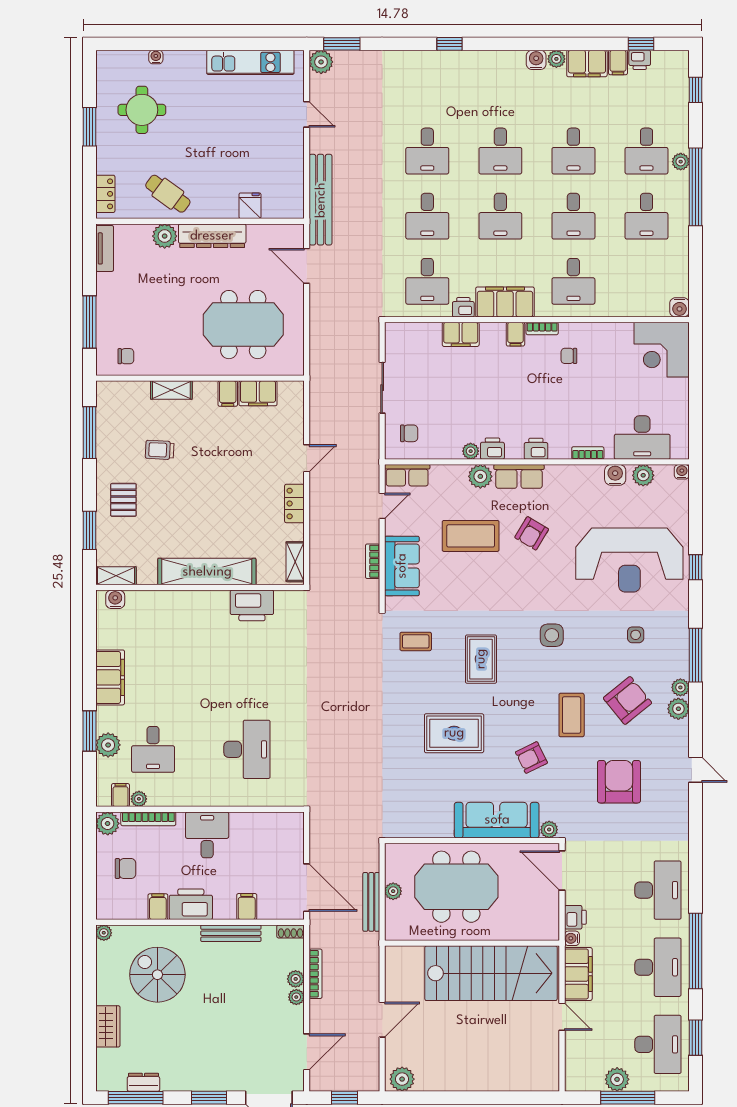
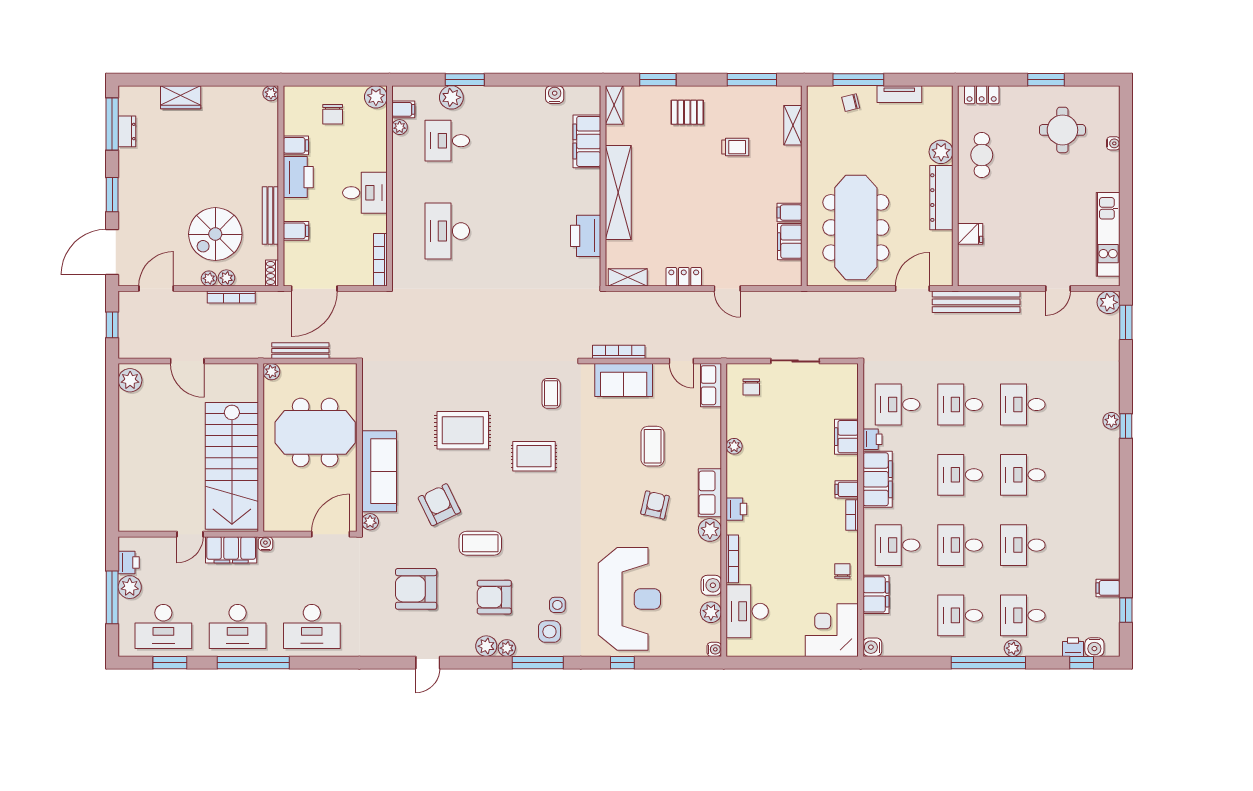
plant: (556, 59) -> (1111, 421), moved
water cooler: (536, 60) -> (1094, 647), moved, turned 90
printer: (640, 60) -> (1073, 647), moved, turned 90
filing cabinet: (587, 63) -> (876, 594), moved, turned 180
cafe table: (168, 194) -> (982, 155), turned -36
tv unit: (105, 248) -> (899, 94), moved
meeting table: (243, 325) -> (856, 227), width x1.36
chair: (126, 356) -> (851, 103), moved, turned 76
chair: (569, 356) -> (842, 571), moved
shelving: (171, 390) -> (793, 125), moved
printer: (492, 449) -> (737, 467), removed
trolley: (160, 450) -> (735, 147), turned 87
bookcase: (588, 453) -> (732, 559), width x1.56
plant: (480, 476) -> (710, 530), moved
armchair: (532, 533) -> (655, 505), turned 72
coffee table: (471, 536) -> (653, 446), width x0.73, depth x0.76
reception desk: (629, 560) -> (629, 599), turned 180
bookcase: (373, 561) -> (619, 352), width x1.56
water cooler: (115, 599) -> (555, 95), moved, turned -90
side table: (552, 635) -> (549, 632), moved
filing cabinet: (110, 677) -> (587, 141), moved, turned 90
armchair: (628, 700) -> (494, 597), turned 129
rug: (454, 733) -> (463, 430), turned 90
desk: (247, 749) -> (447, 231), turned 90
armchair: (531, 758) -> (439, 505), width x1.38, depth x1.38
armchair: (619, 782) -> (416, 589), turned 180
bookcase: (148, 819) -> (380, 260), moved
meeting table: (456, 887) -> (315, 432), turned 90
plant: (393, 891) -> (271, 372), moved
printer: (575, 917) -> (129, 562), moved, turned -90
spiral stairs: (157, 975) -> (215, 234), moved, turned 180
door: (307, 1052) -> (156, 289), swing flipped

